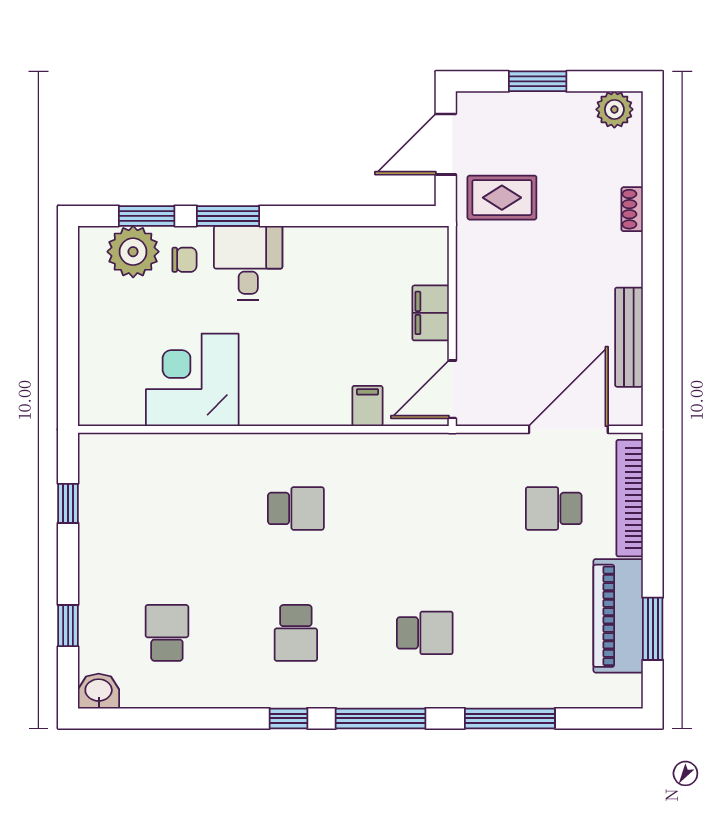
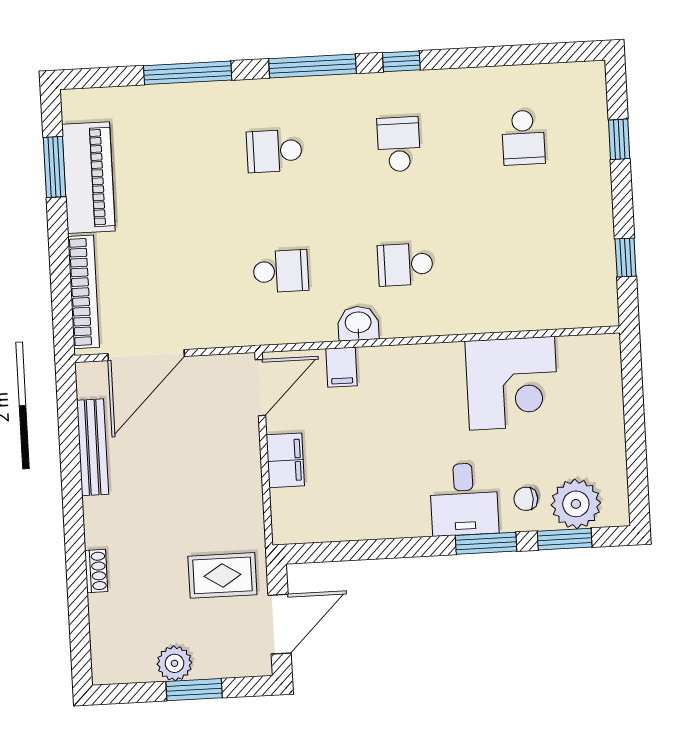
plant: (614, 109) -> (174, 663), moved
school desk: (554, 508) -> (281, 271), moved
washbasin: (99, 691) -> (358, 323), moved, turned 180

